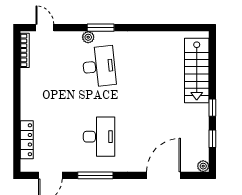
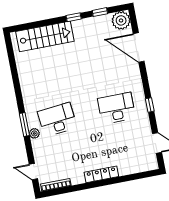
door: (45, 28) -> (33, 172), hinge flipped
locker: (27, 140) -> (101, 174), moved
plant: (203, 166) -> (121, 20), width x1.88, depth x1.88
window: (95, 175) -> (150, 105), width x0.46

